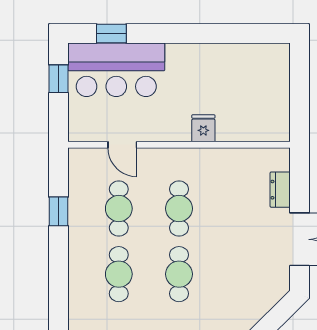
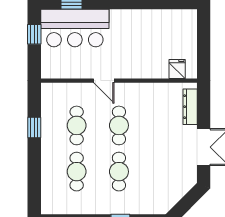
fridge: (203, 128) -> (177, 69), moved
door: (122, 145) -> (104, 81), moved
dresser: (280, 190) -> (190, 107), width x1.44

